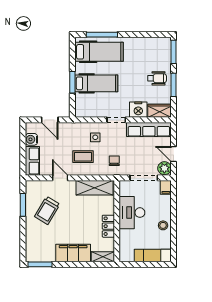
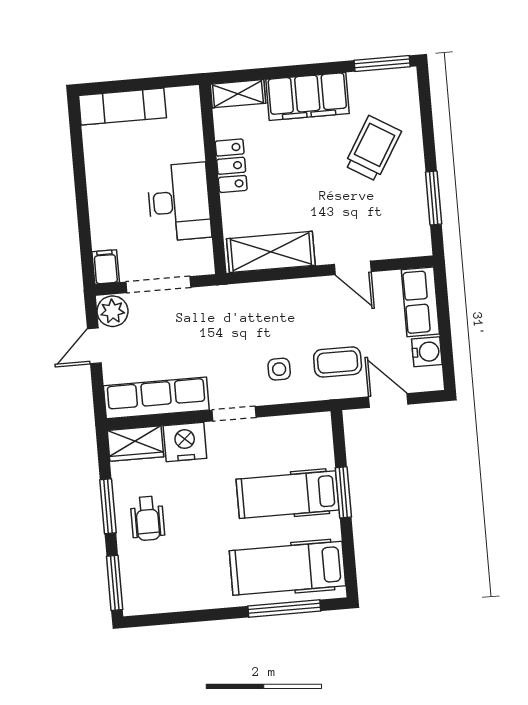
wheelchair: (157, 78) -> (148, 518), turned -90
door: (174, 154) -> (94, 346), swing flipped
coffee table: (83, 157) -> (338, 362), moved
chair: (114, 161) -> (230, 318), removed
trolley: (47, 210) -> (373, 148), moved
stool: (163, 225) -> (104, 178), removed

